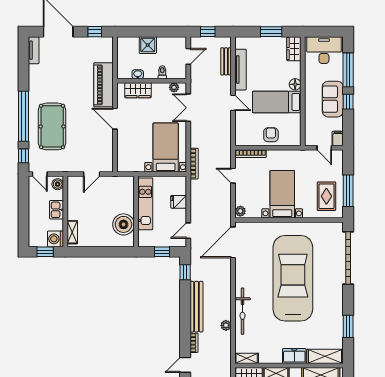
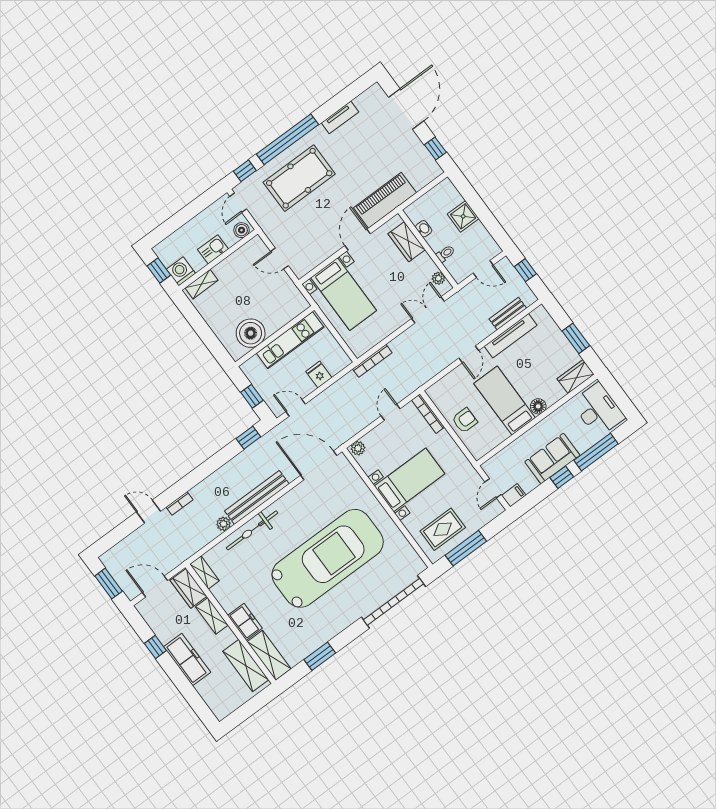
tv unit: (34, 50) -> (340, 117), moved
bed with nightstands: (166, 147) -> (344, 294), moved, turned 90
bench: (196, 307) -> (257, 497), moved

